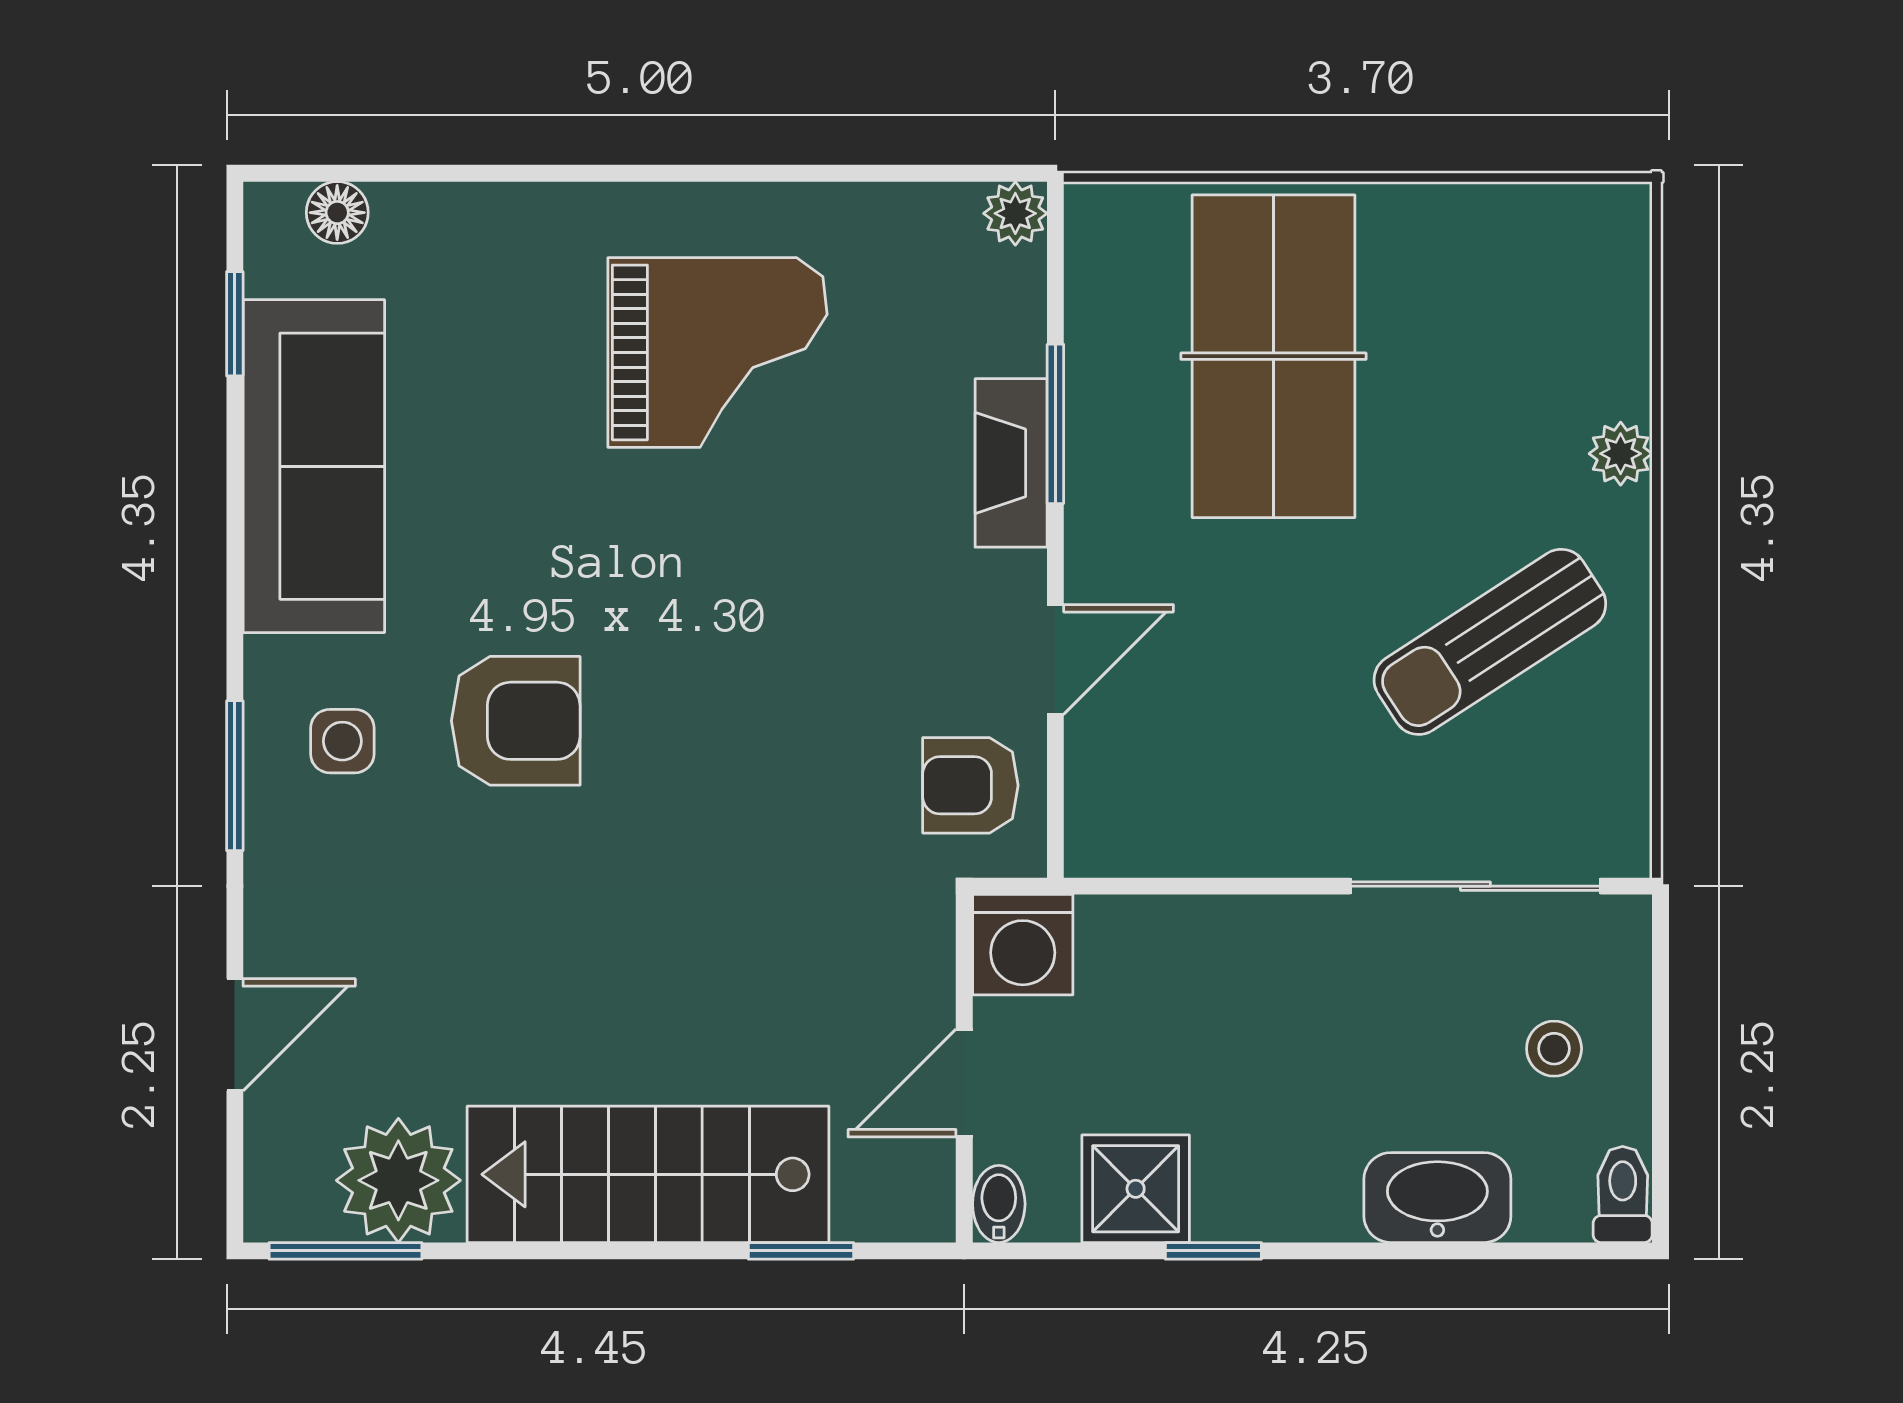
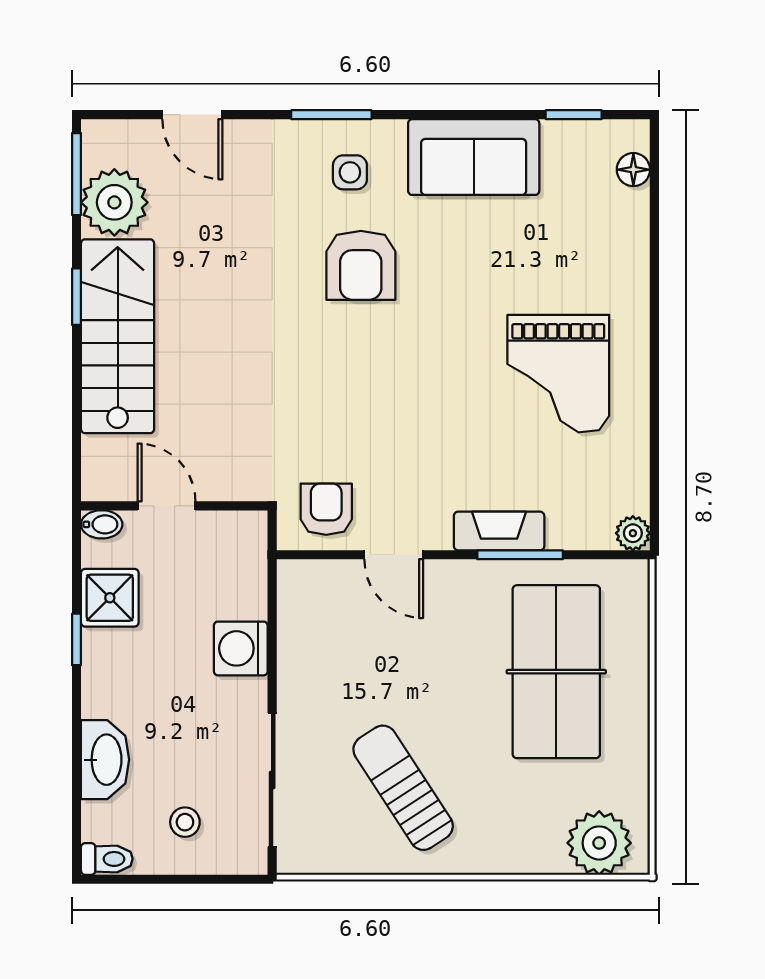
table tennis table: (1274, 356) -> (556, 672), turned 90
plant: (1621, 454) -> (599, 843), moved, width x1.88, depth x1.88
sofa: (314, 466) -> (474, 157), width x0.73
washing machine: (1023, 945) -> (241, 648), moved
window: (801, 1251) -> (77, 297), moved

